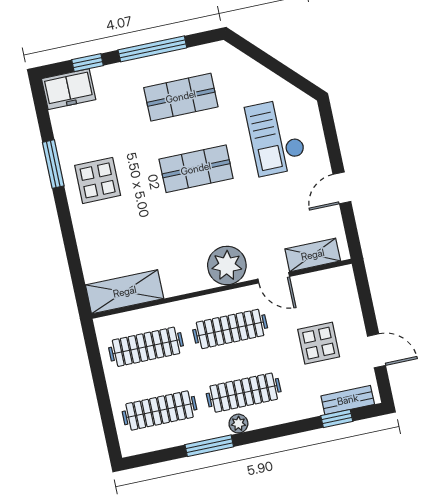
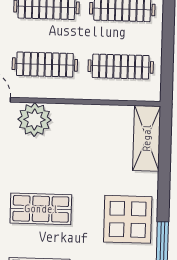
display table: (98, 180) -> (128, 219), width x1.36, depth x1.36
shelving: (125, 292) -> (147, 138), moved, turned 90

